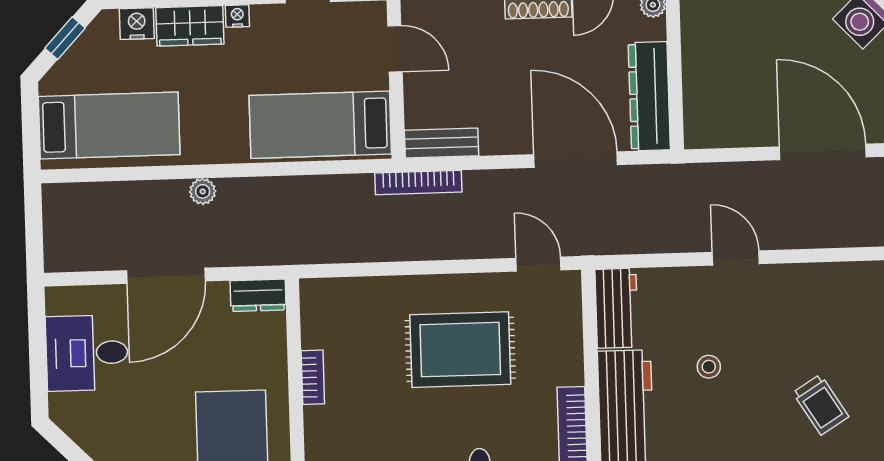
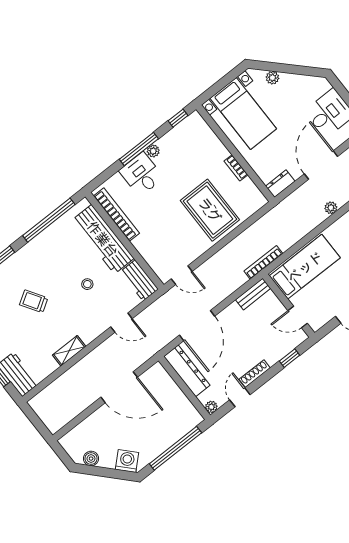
door: (823, 152) -> (119, 387), moved
door: (576, 160) -> (197, 326), hinge flipped
bookcase: (418, 183) -> (263, 262), moved
door: (736, 258) -> (121, 323), moved
shelving: (823, 277) -> (69, 351), added
rug: (460, 350) -> (210, 210), moved, turned 90

